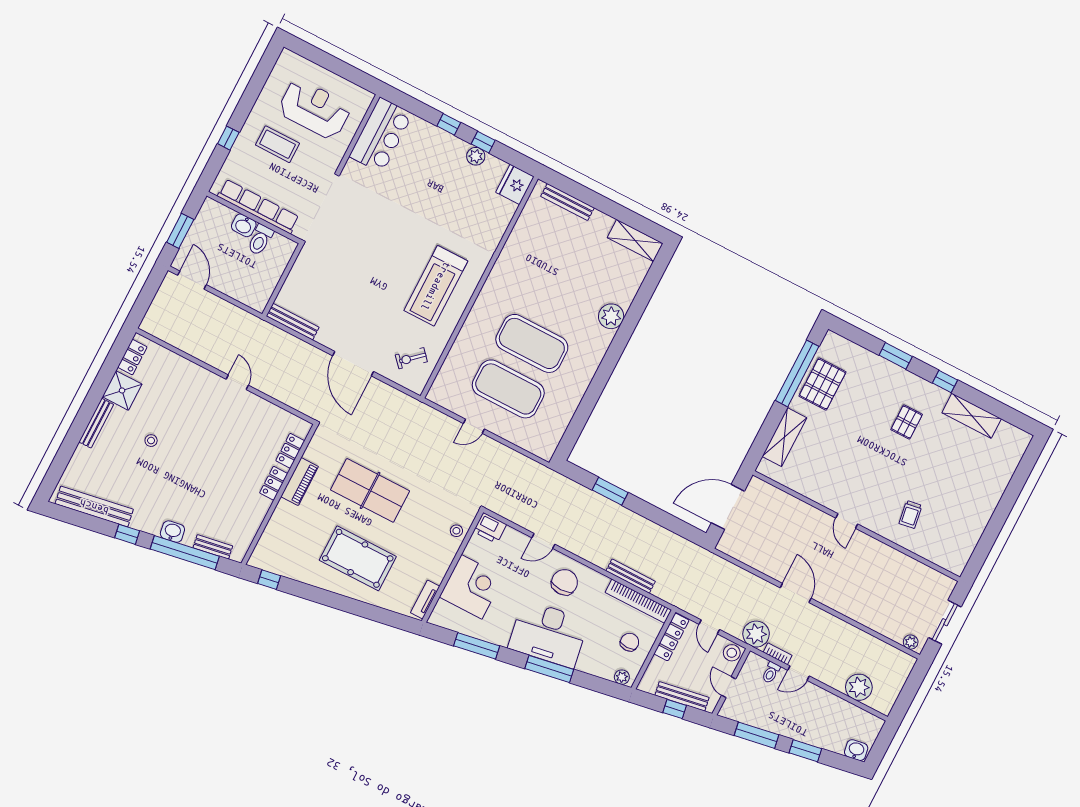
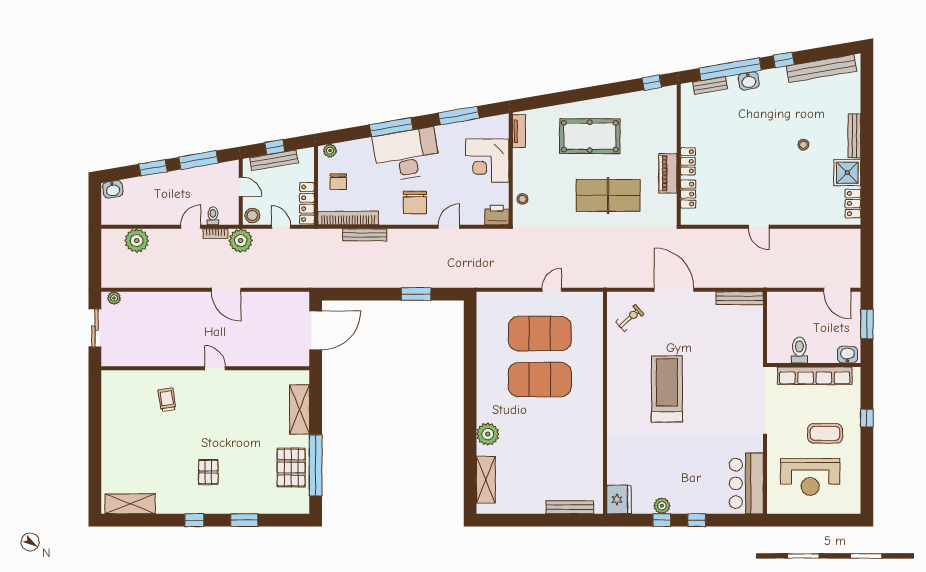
washbasin: (244, 225) -> (847, 355), moved
shelving: (635, 240) -> (486, 480), moved, turned 90
treadmill: (436, 286) -> (667, 389), moved
shelving: (972, 416) -> (130, 504), moved

